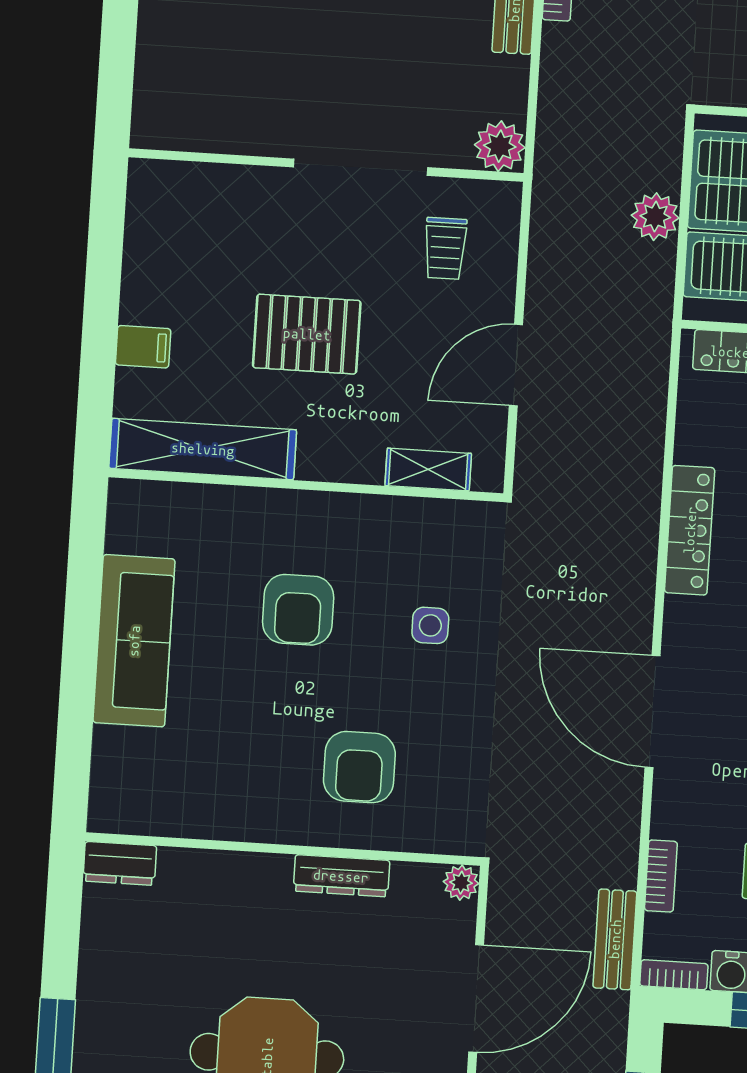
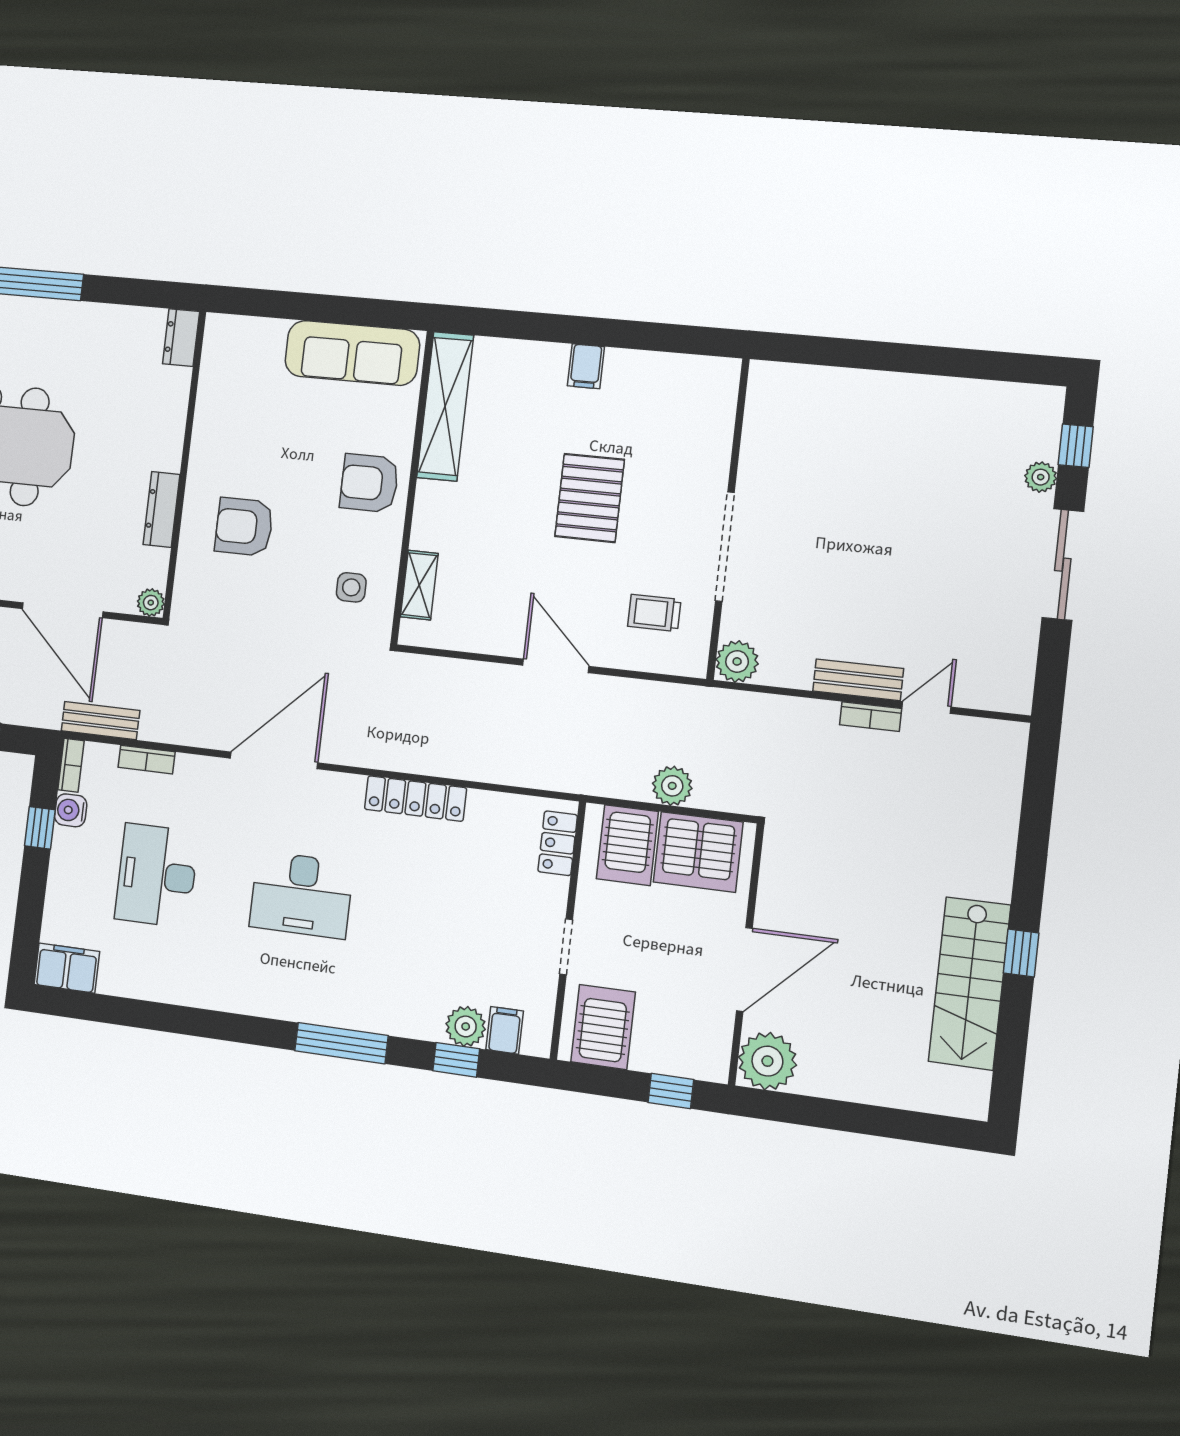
shelving: (203, 449) -> (445, 406), moved
shelving: (428, 470) -> (419, 585), moved
wall: (306, 485) -> (412, 487), moved

